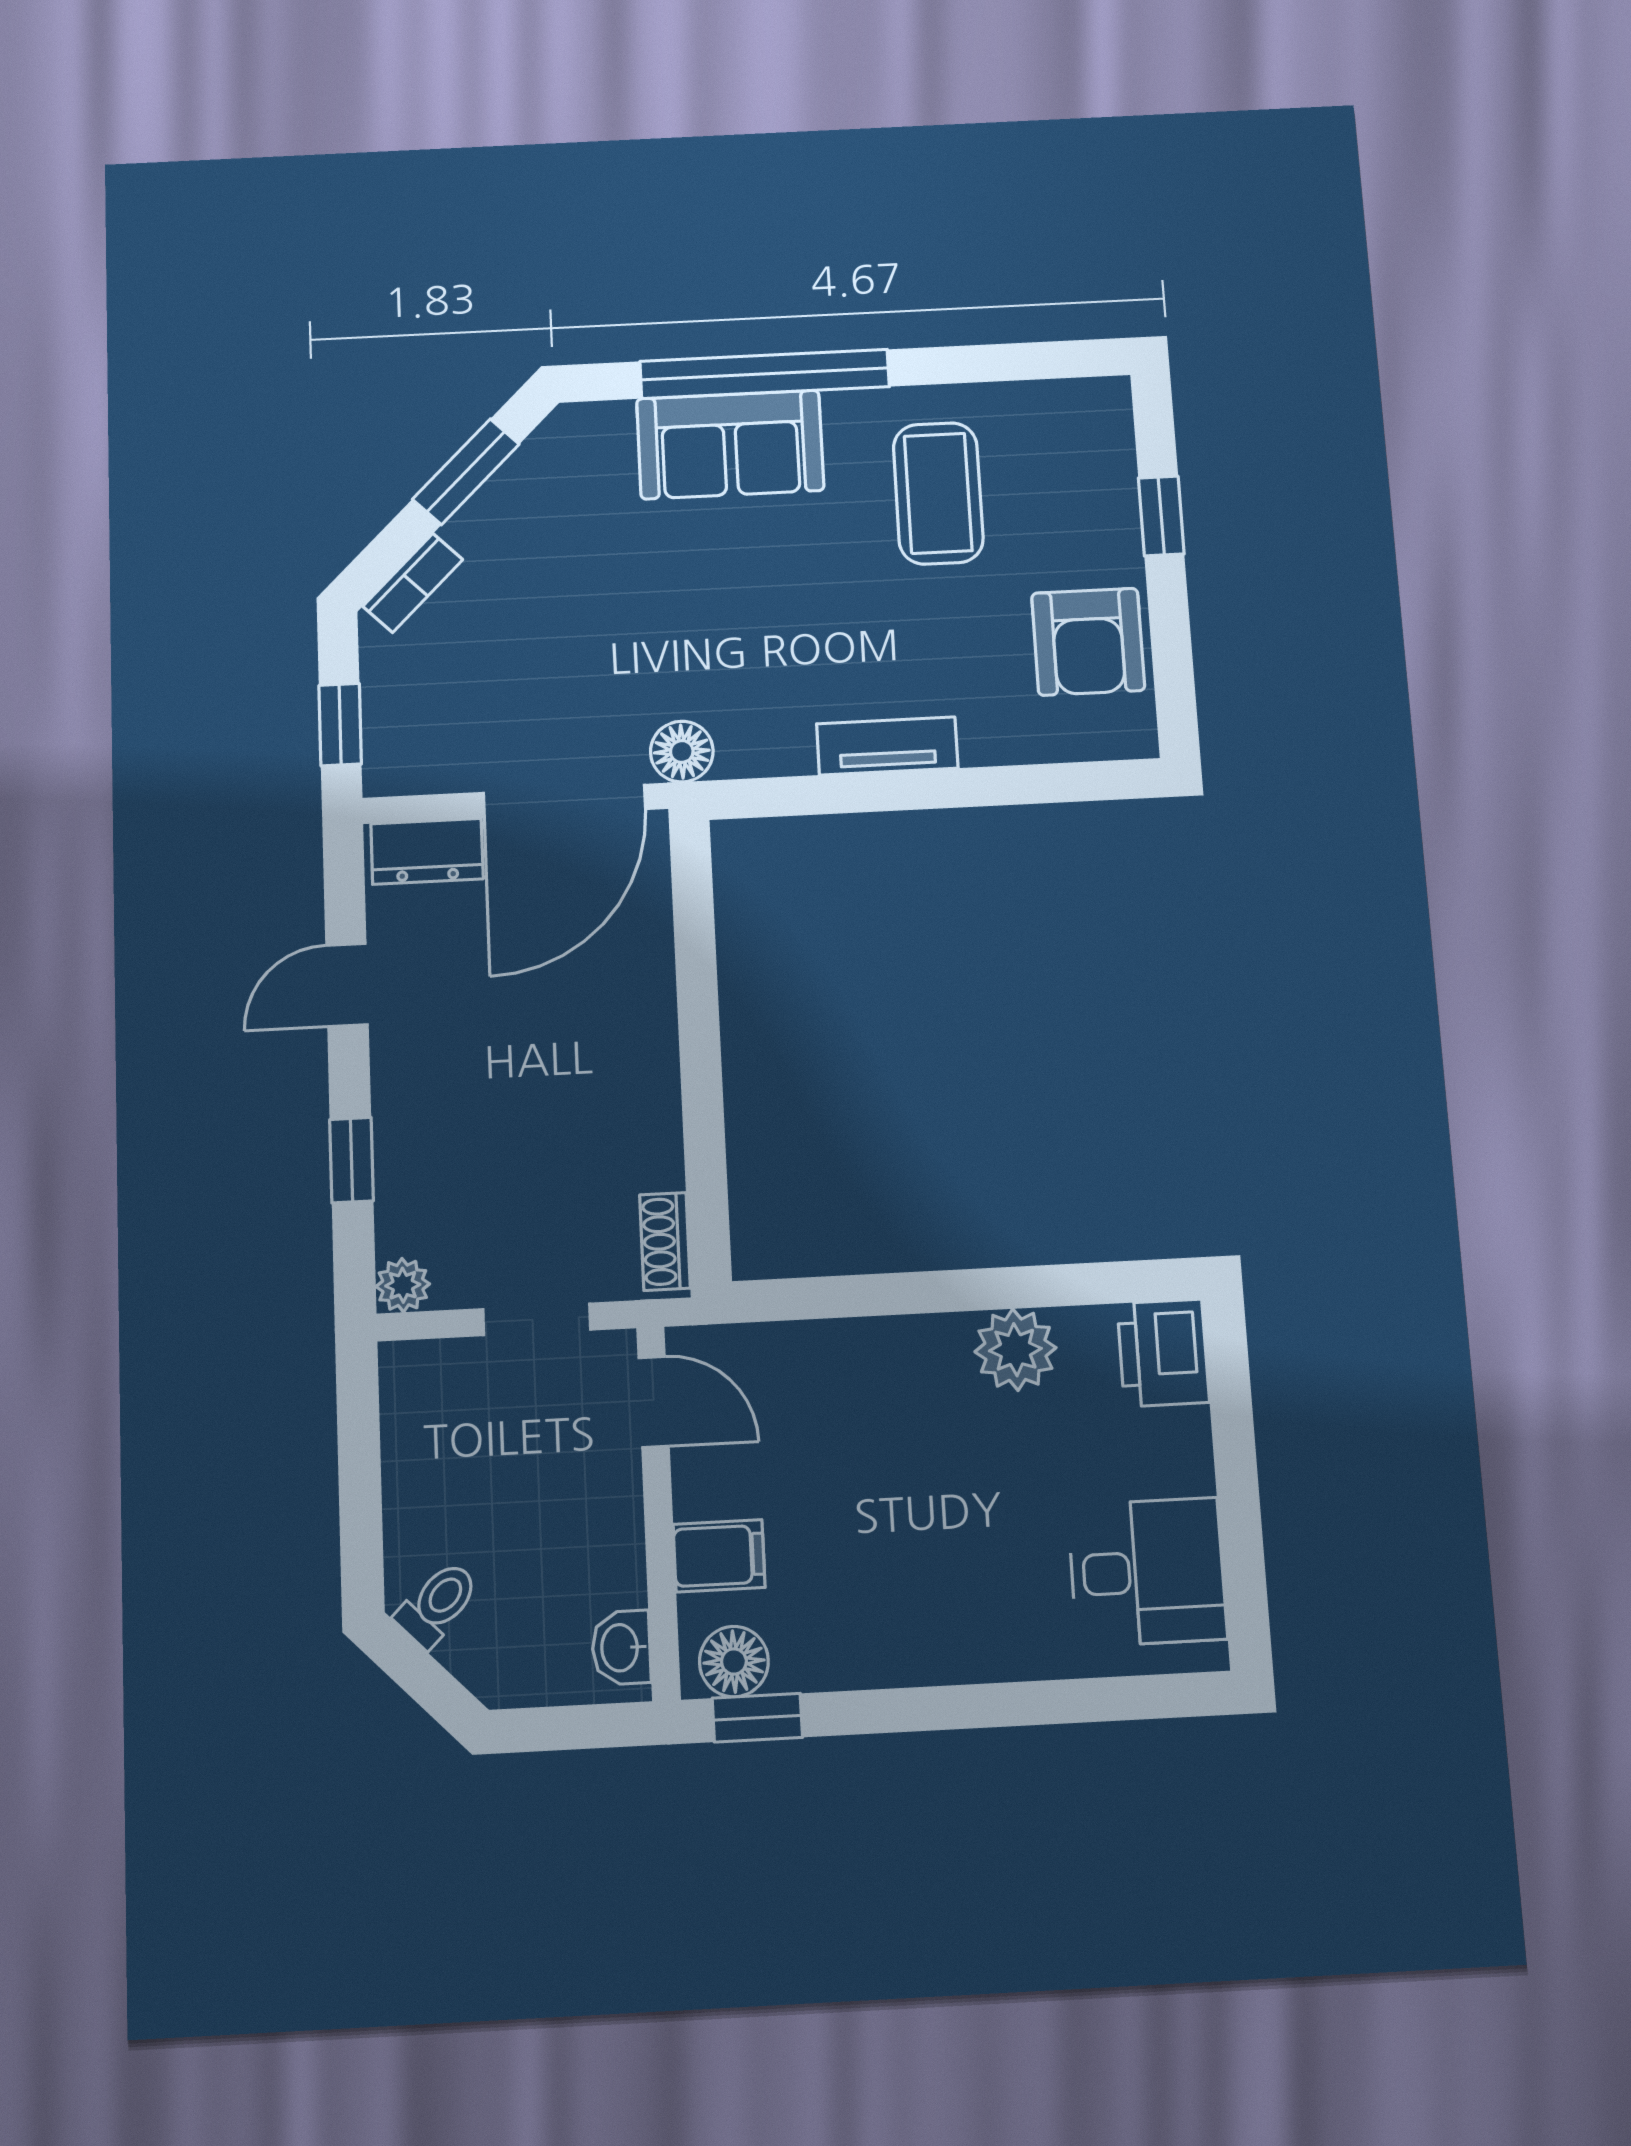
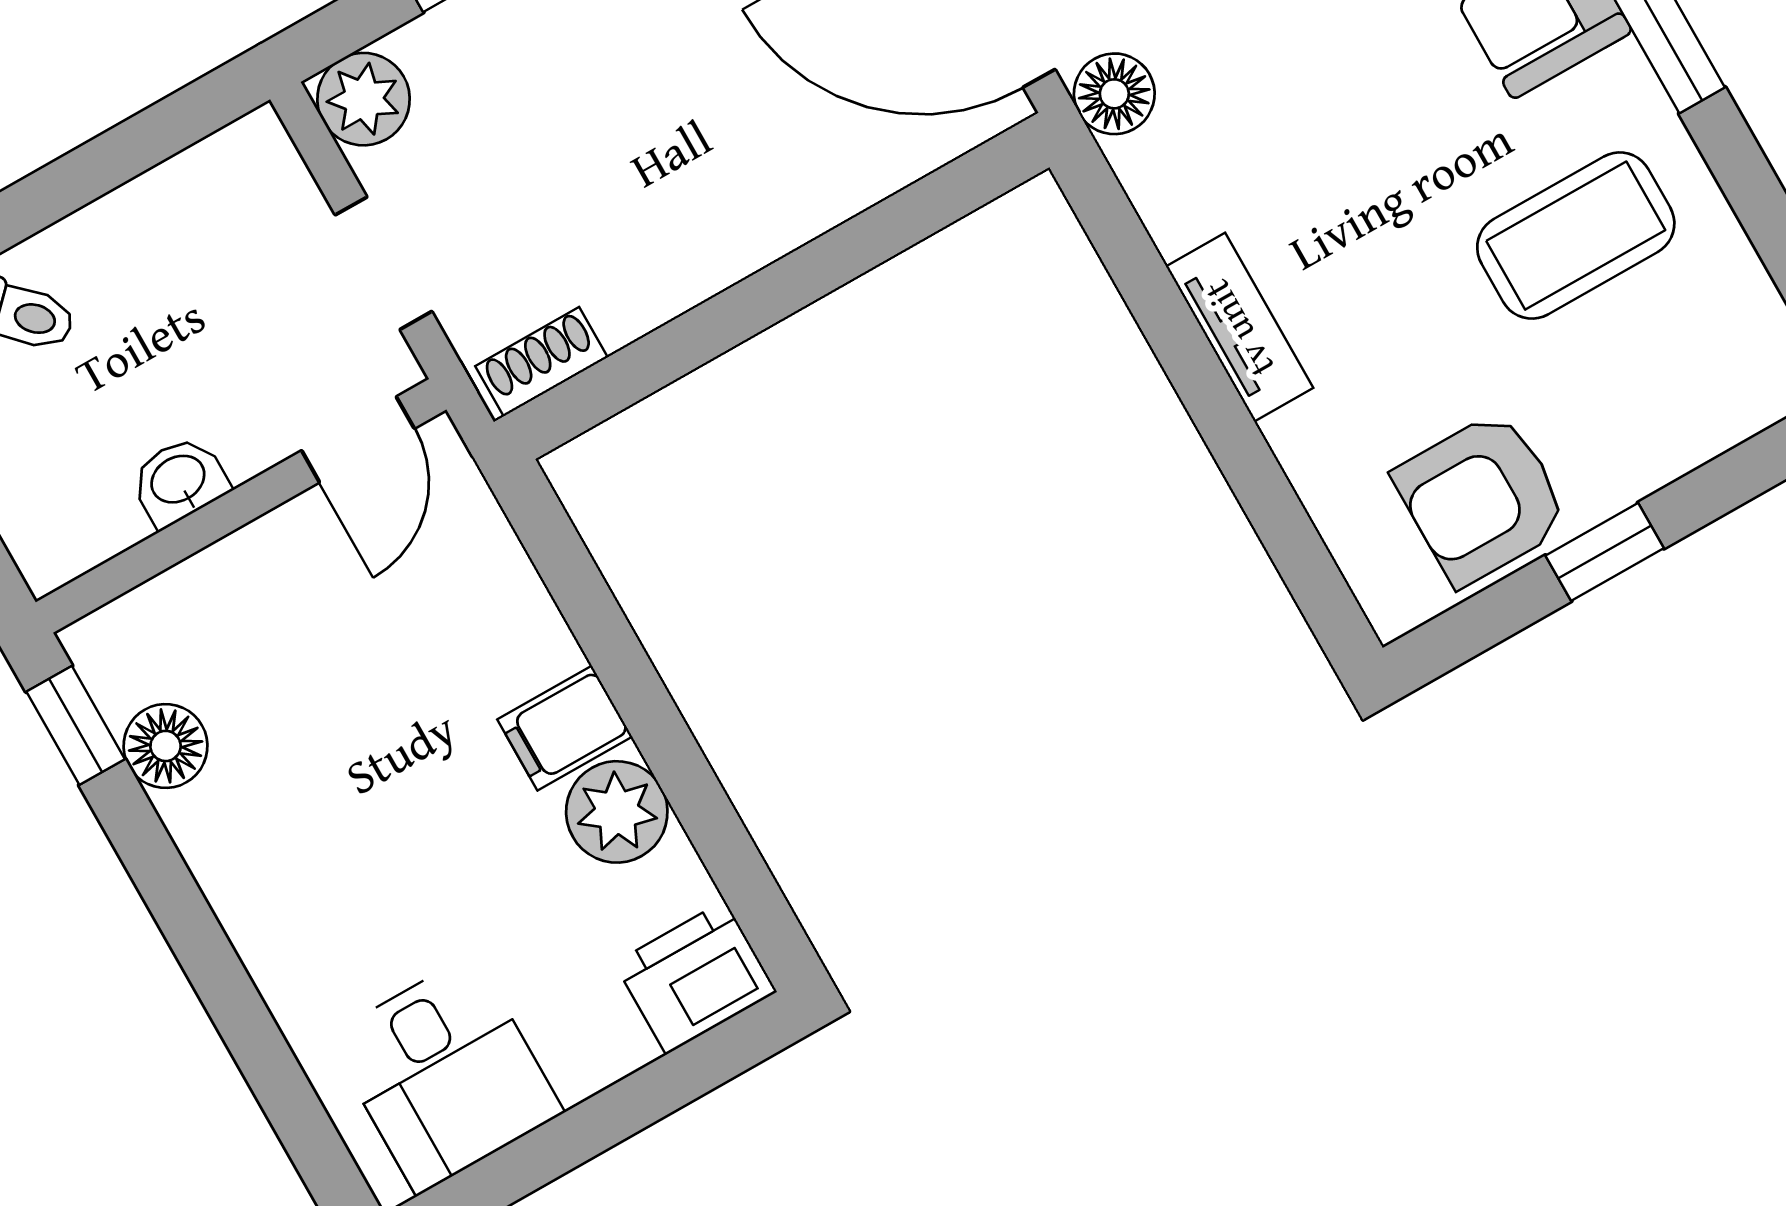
window: (1161, 516) -> (1605, 552), moved
plant: (403, 1285) -> (363, 99), width x1.38, depth x1.38
filing cabinet: (719, 1556) -> (565, 728), moved, turned 90
washbasin: (621, 1648) -> (179, 481), moved
floor lamp: (734, 1662) -> (166, 746), moved

